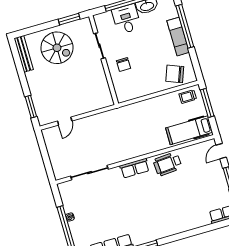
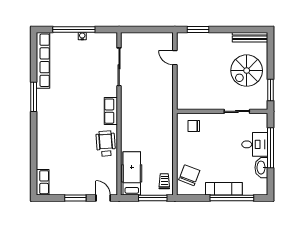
chair: (123, 64) -> (194, 126), moved

